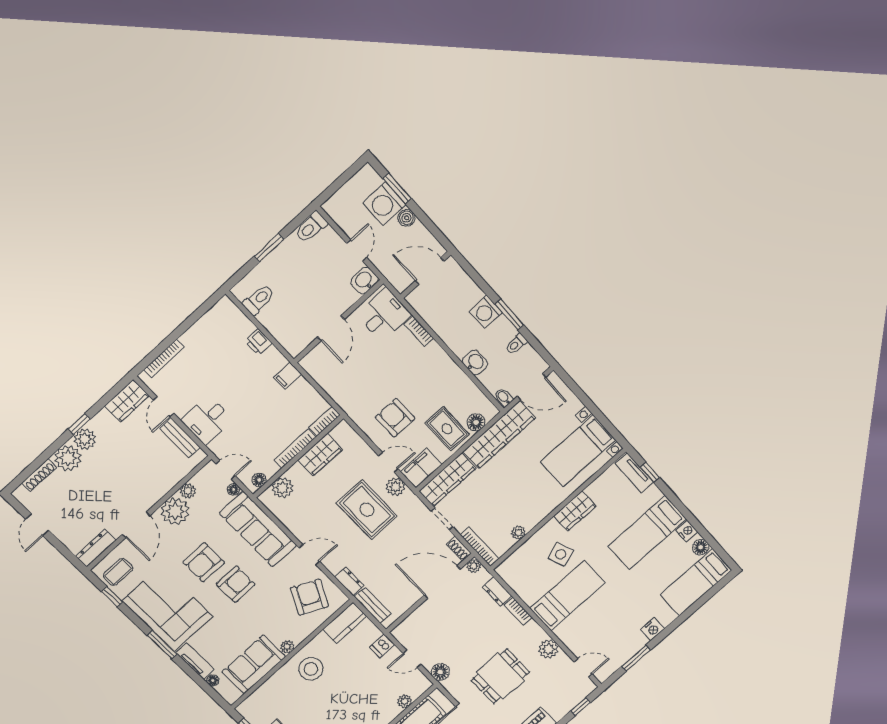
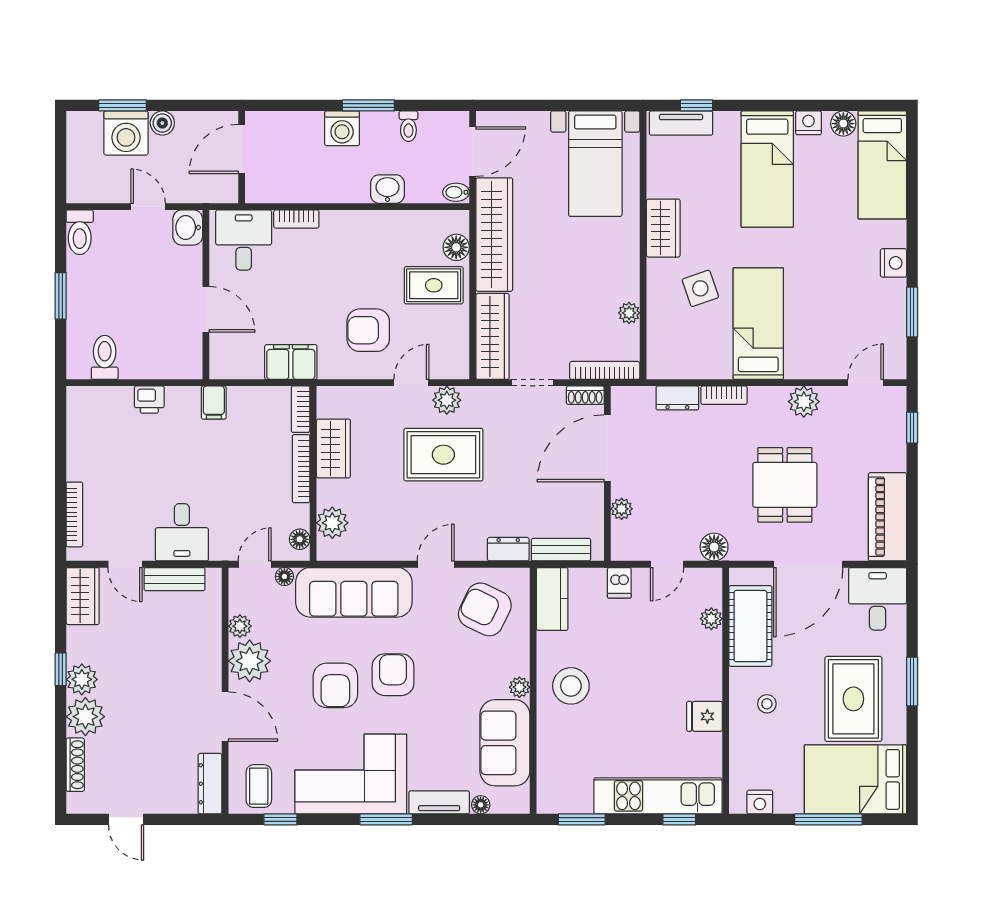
filing cabinet: (421, 468) -> (291, 362), moved, turned 90
plant: (474, 566) -> (622, 509), moved

